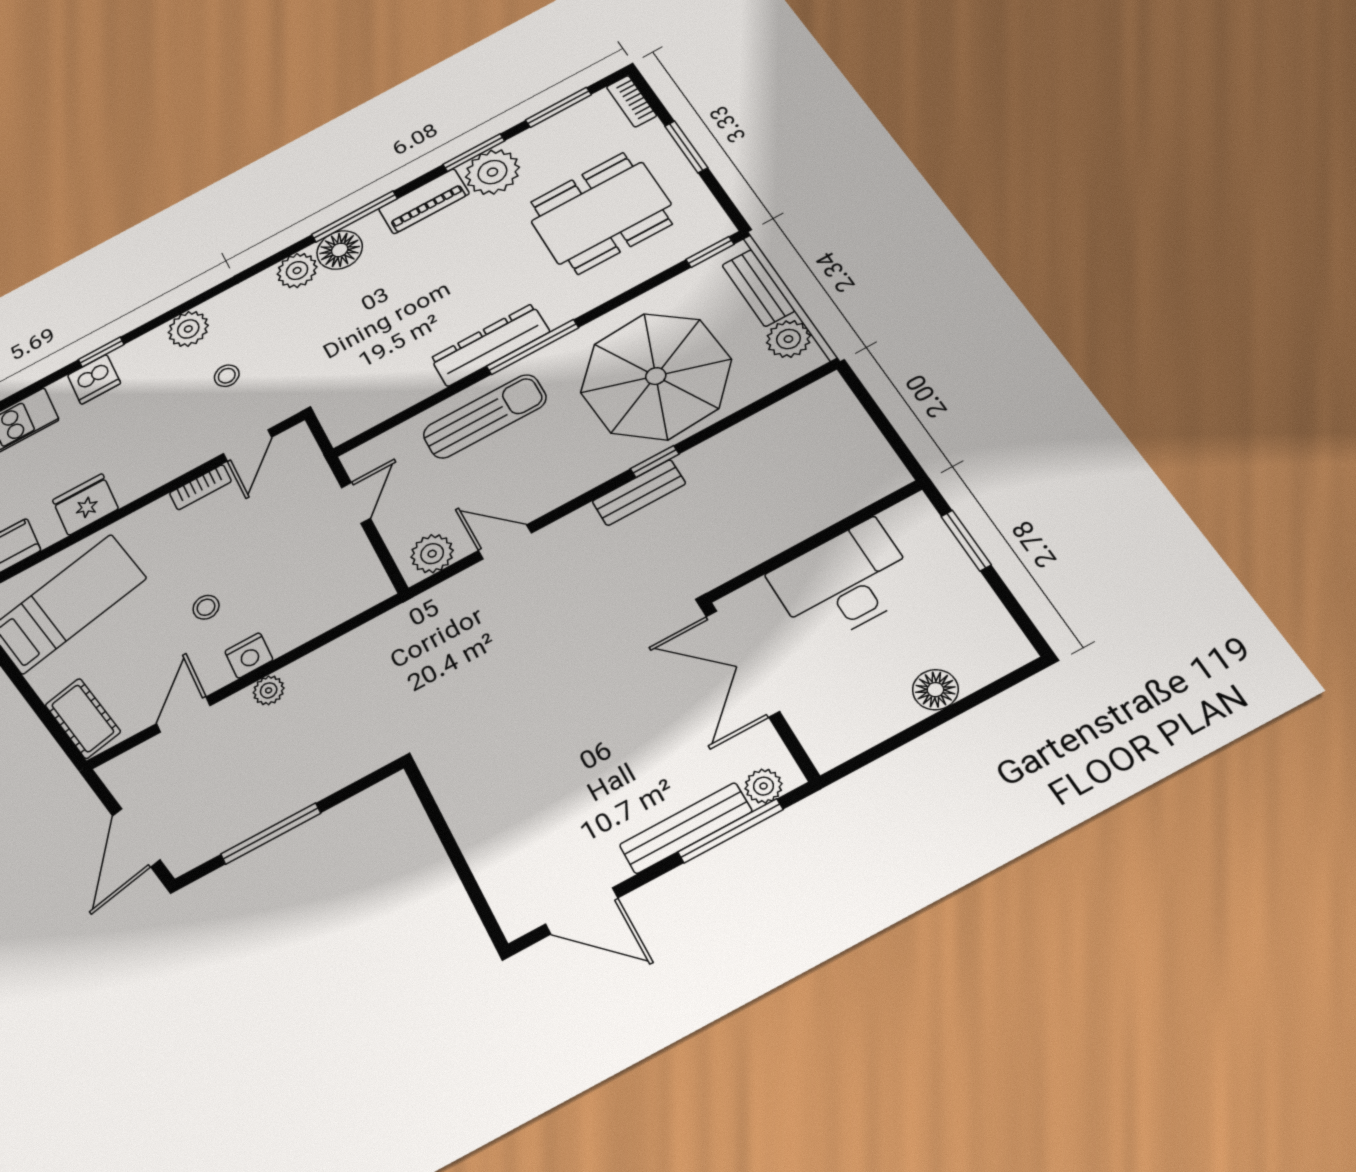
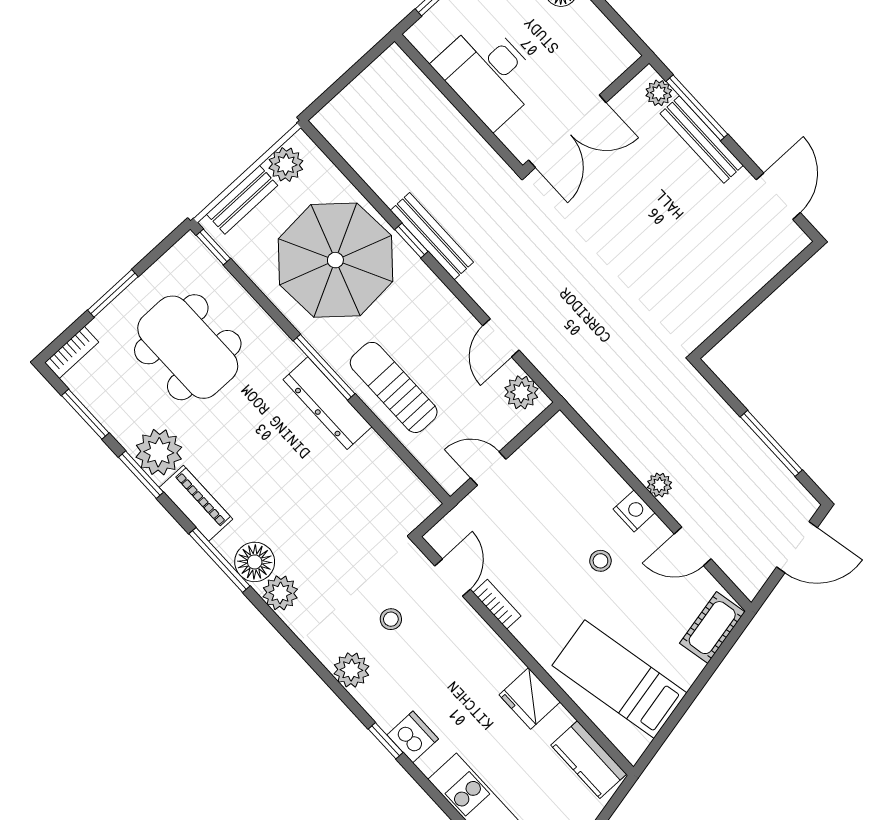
door: (247, 445) -> (452, 578), hinge flipped
bench: (639, 493) -> (432, 236), width x1.36

